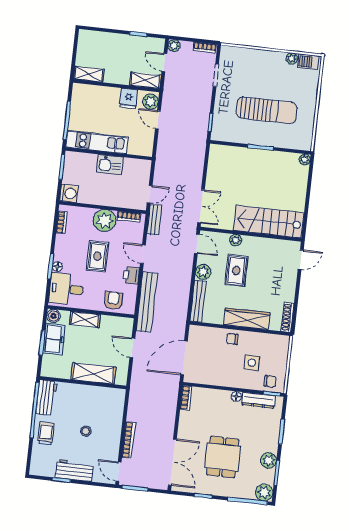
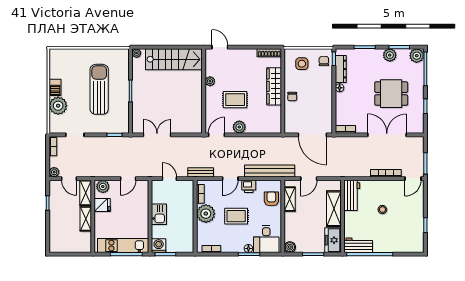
plant: (292, 59) -> (58, 106), moved, width x1.87, depth x1.87
door: (164, 62) -> (69, 179), hinge flipped
barbecue: (308, 62) -> (55, 87), moved
shelving: (89, 74) -> (86, 219), moved
door: (158, 120) -> (128, 179), moved
kitchen unit: (97, 142) -> (123, 246), moved, turned 90
washing machine: (69, 193) -> (159, 246), moved
door: (150, 194) -> (169, 179), moved
double door: (201, 206) -> (157, 135), moved
stairs: (269, 222) -> (174, 59), moved, turned -90
plant: (236, 240) -> (210, 81), moved
armchair: (113, 300) -> (271, 199), turned 90
bench: (198, 301) -> (264, 128), removed
shelving: (85, 319) -> (290, 199), moved
freezer: (54, 339) -> (333, 240), moved, turned -90
side table: (252, 363) -> (302, 64), moved
trolley: (46, 433) -> (388, 242), removed
double door: (172, 462) -> (387, 135), moved
workbench: (74, 470) -> (352, 195), moved, turned 180

